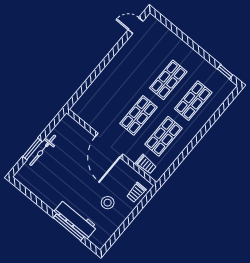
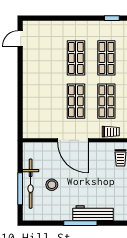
window: (32, 149) -> (20, 189), width x1.44
bicycle: (43, 150) -> (31, 184), width x1.37, depth x1.40
stool: (108, 203) -> (52, 185), moved
window: (69, 227) -> (80, 223), moved

